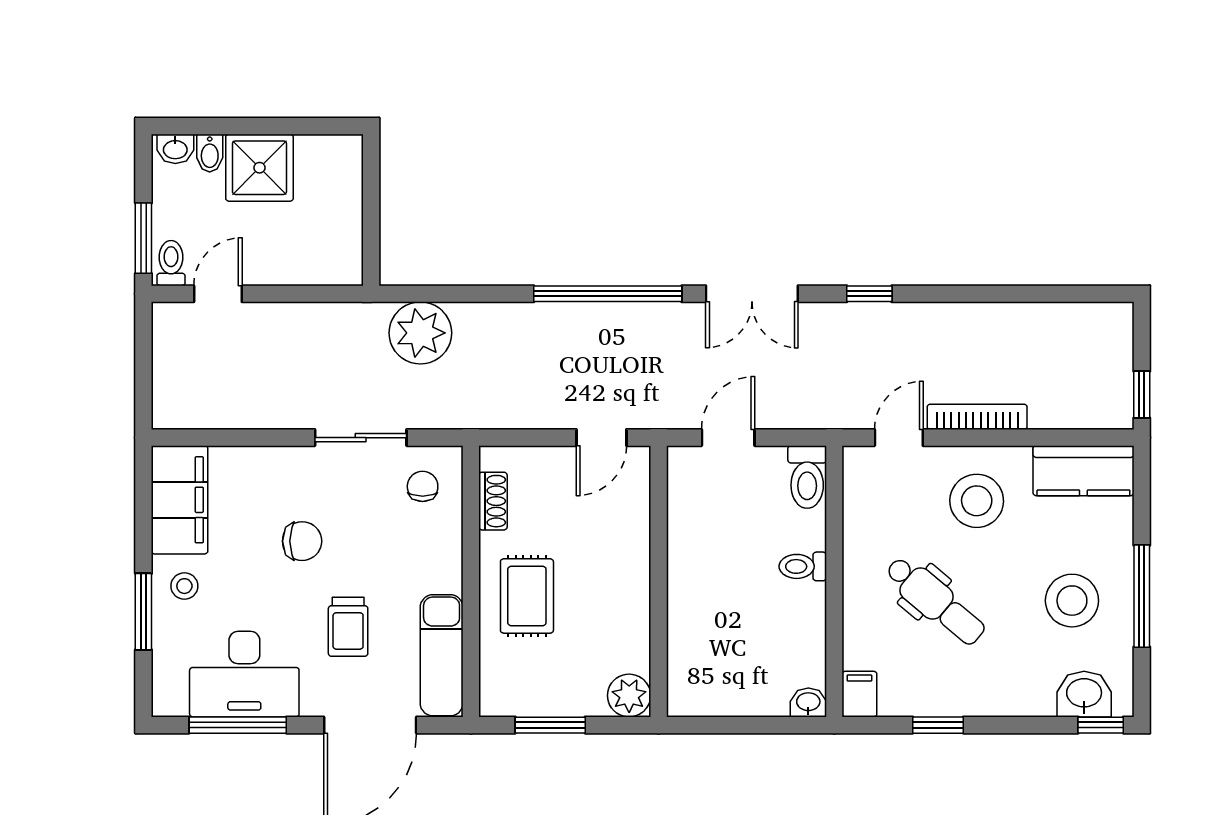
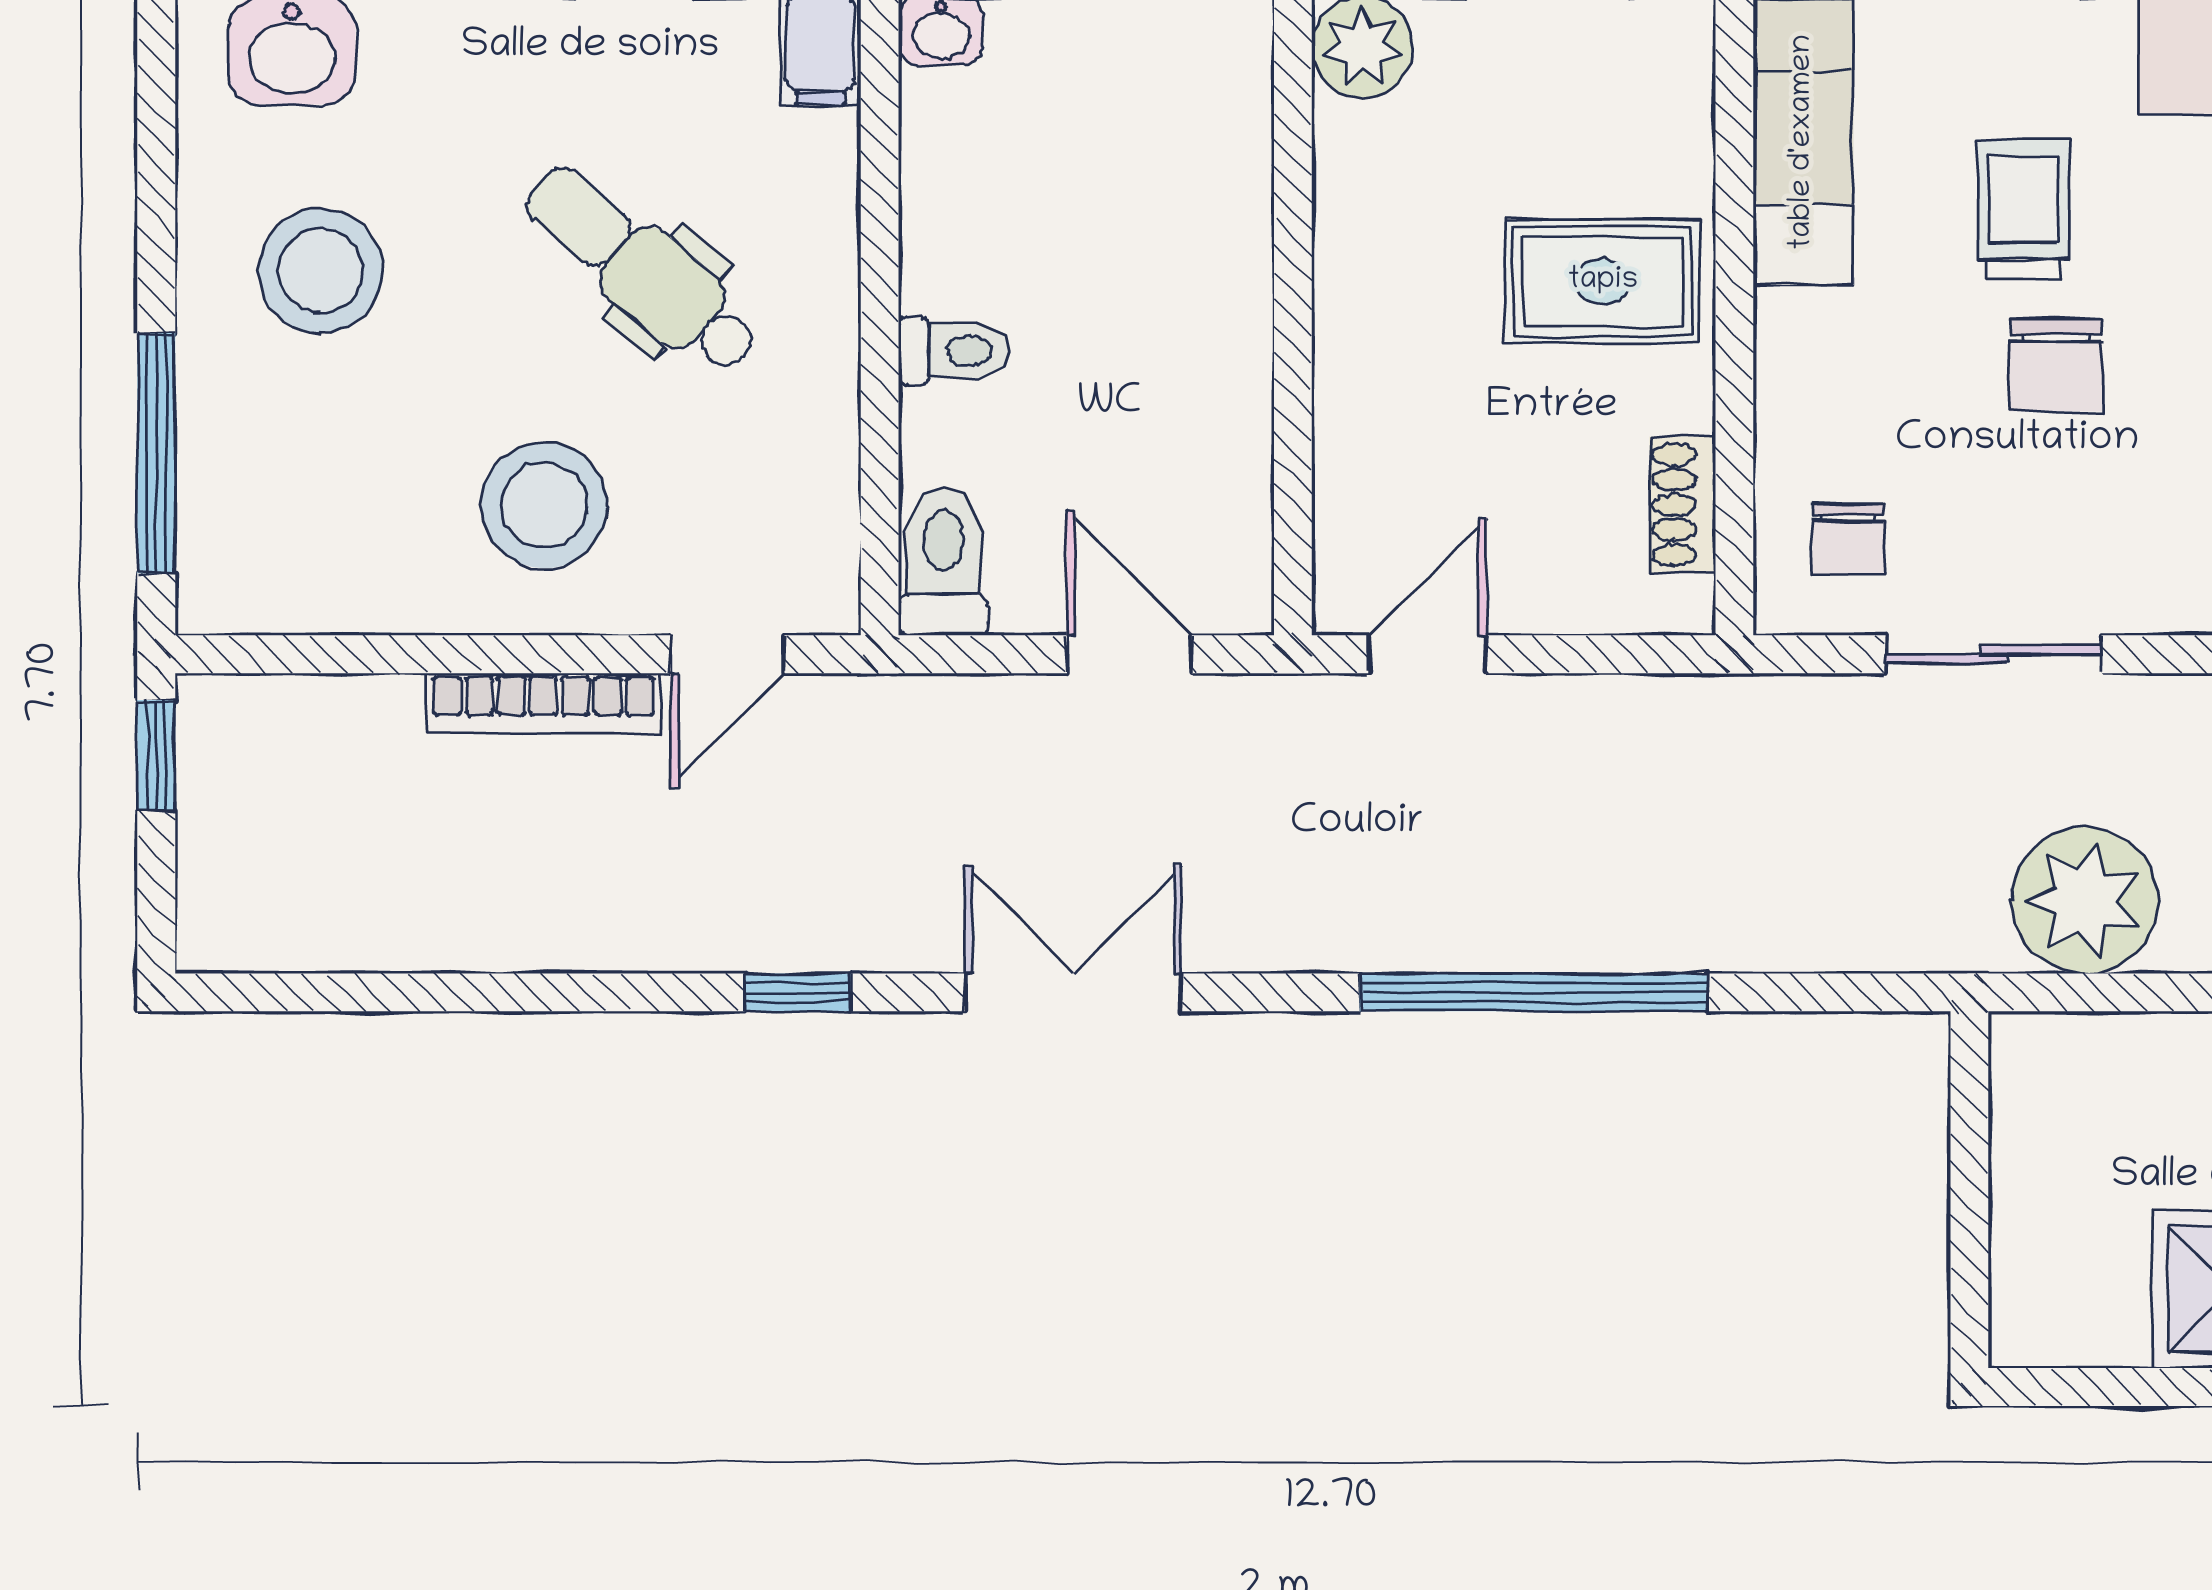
window: (608, 294) -> (1534, 992), moved
plant: (420, 333) -> (2085, 900), moved
door: (728, 438) -> (1129, 654), swing flipped
kitchen counter: (1083, 471) -> (293, 576), removed
chair: (302, 541) -> (2056, 365), moved, turned -90
rug: (527, 596) -> (1603, 281), turned 90
window: (1142, 596) -> (156, 453), moved

